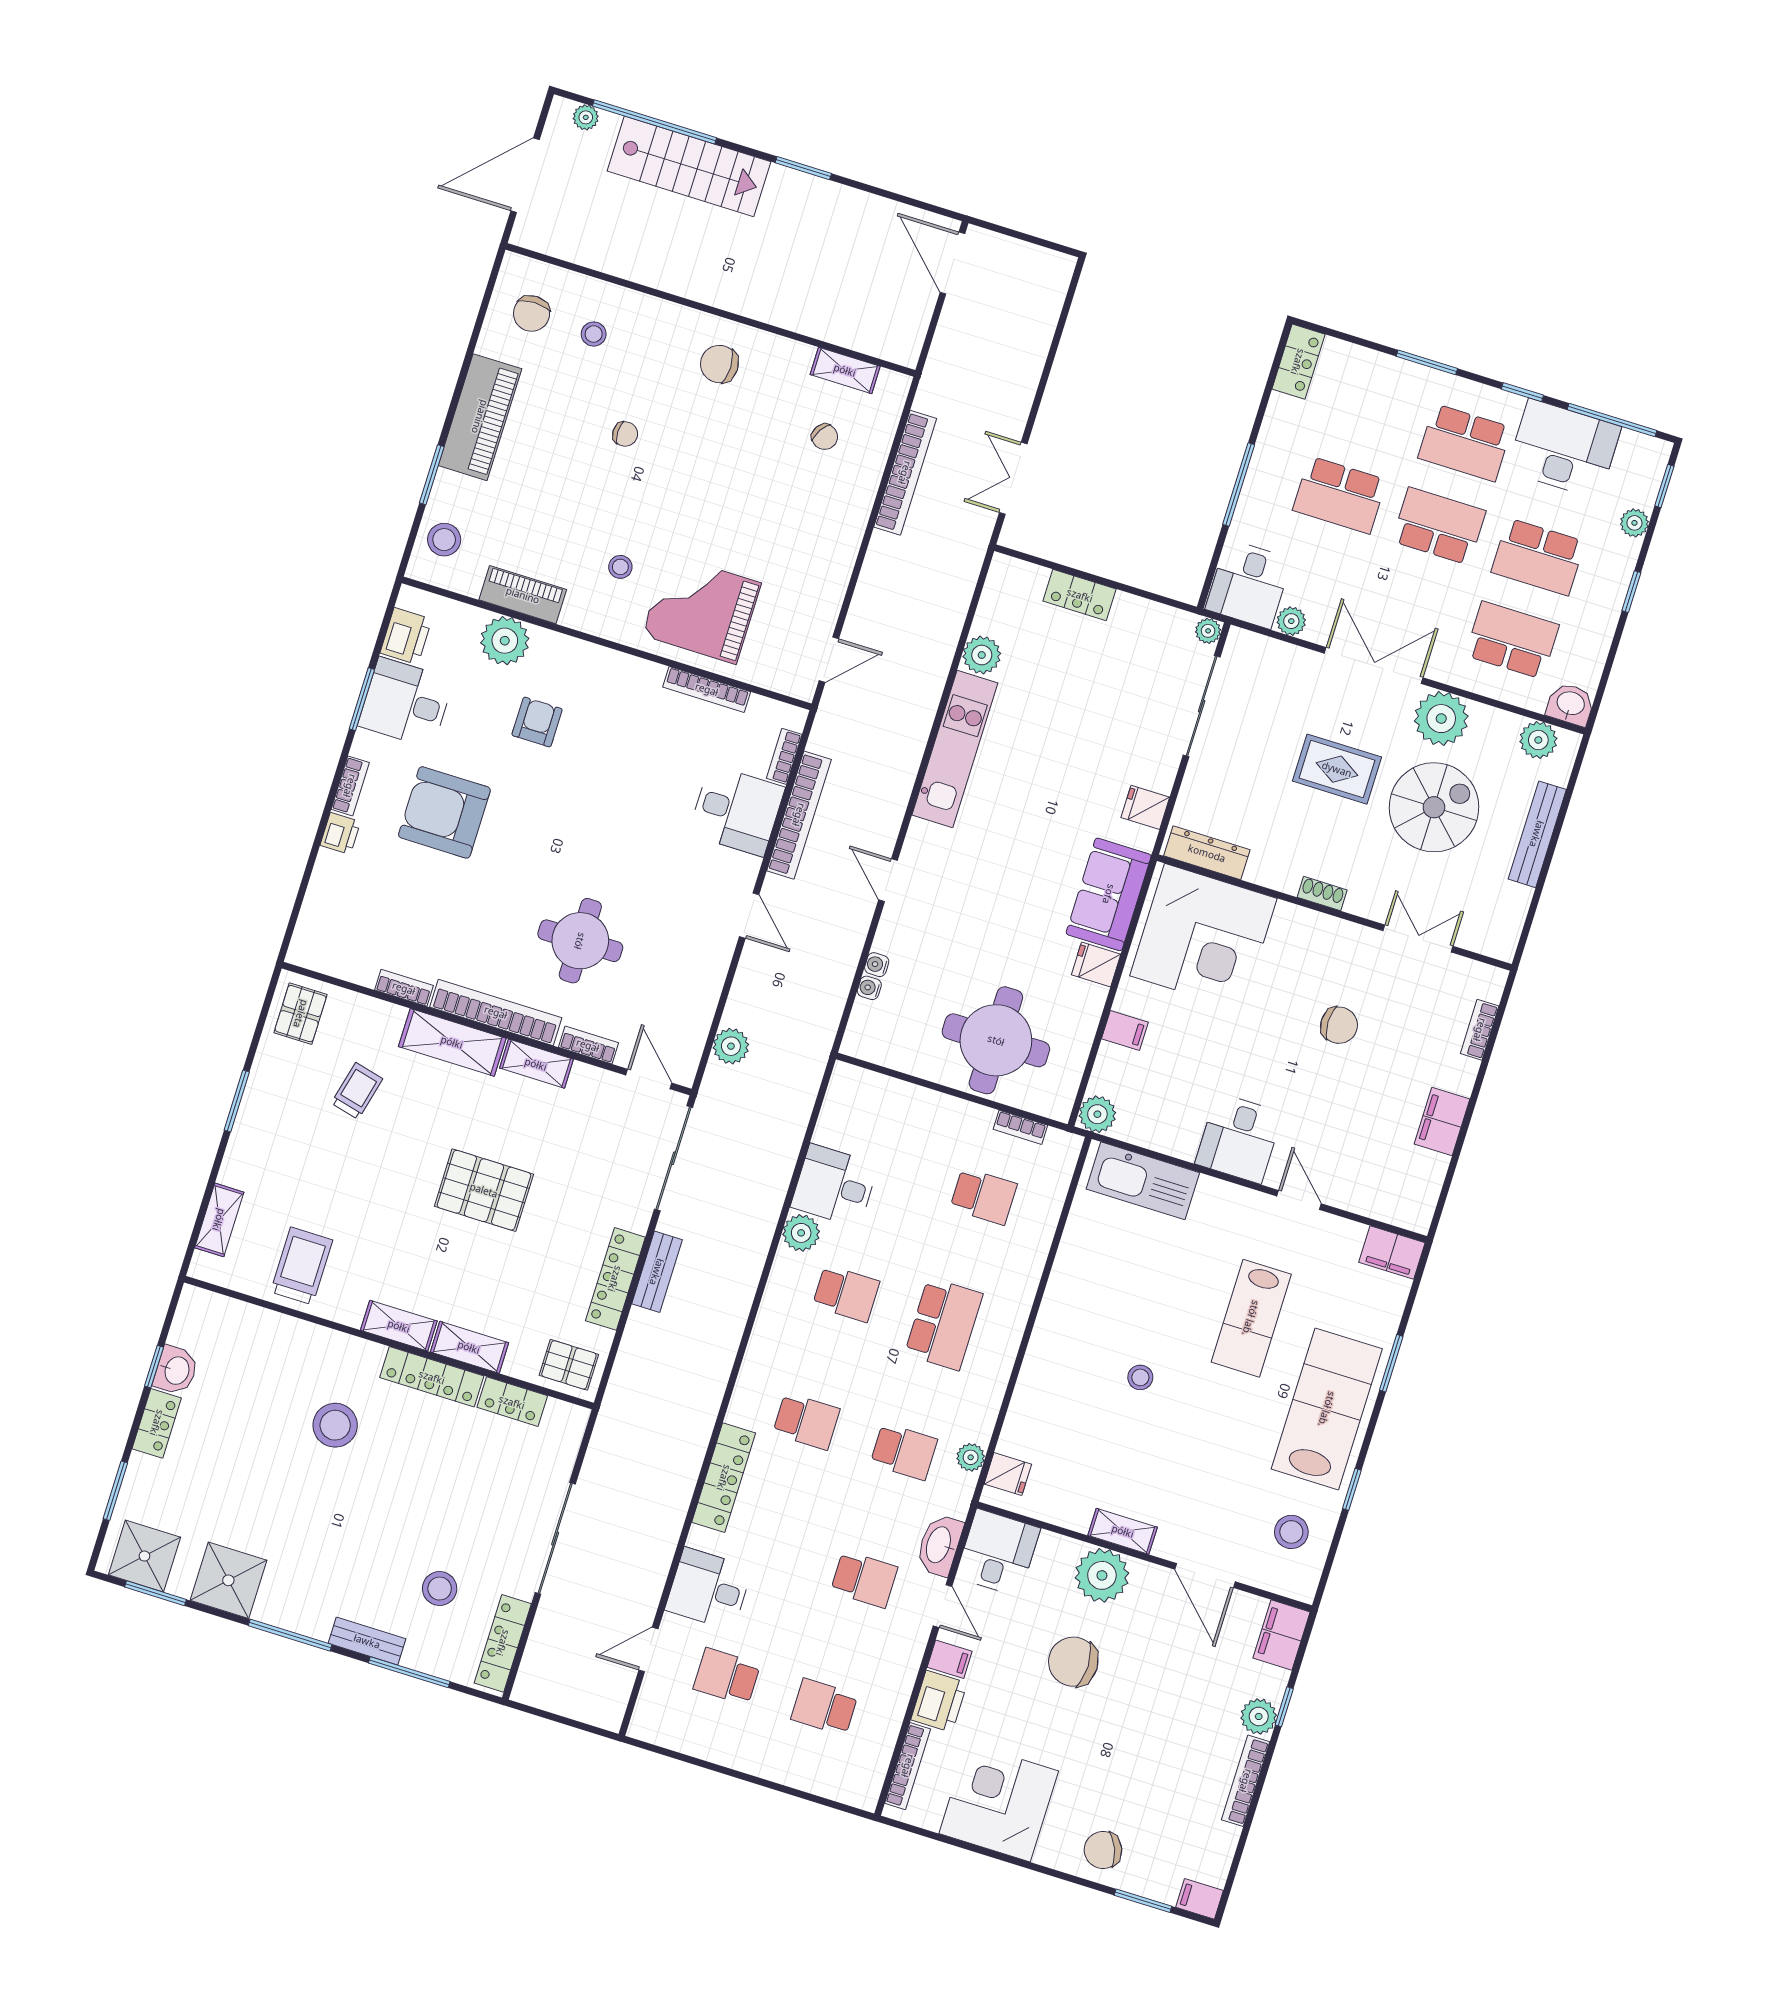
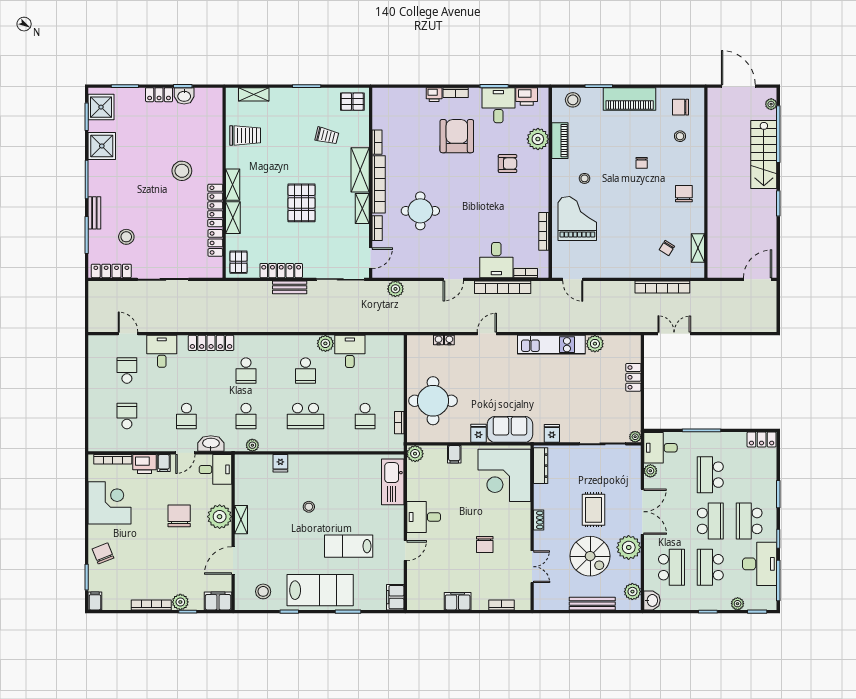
fridge: (1008, 1474) -> (280, 463), moved

